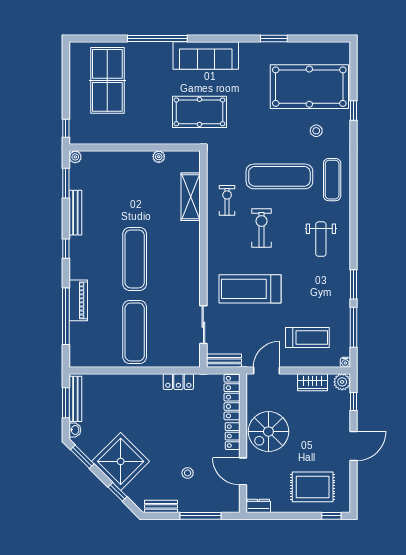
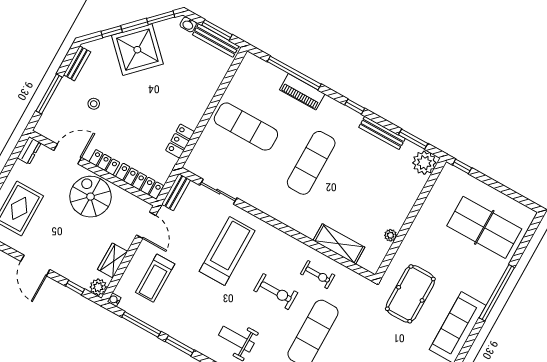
plant: (75, 157) -> (424, 163), width x1.88, depth x1.88
exercise mat: (135, 259) -> (311, 163), turned 90

